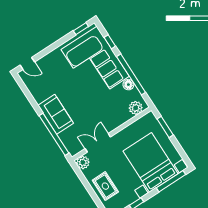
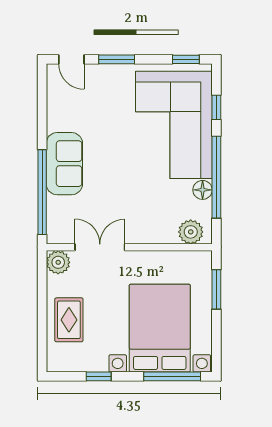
window: (49, 50) -> (117, 59), added

